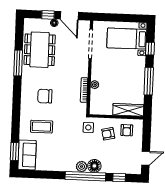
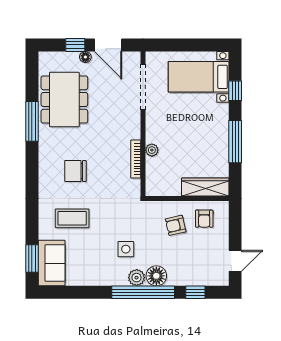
side table: (88, 127) -> (126, 249), moved

